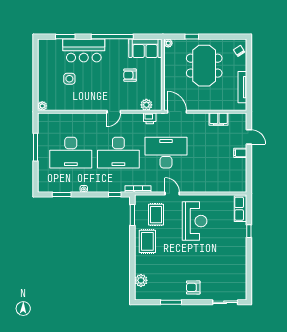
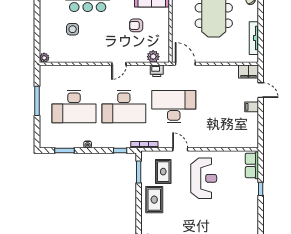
filing cabinet: (218, 119) -> (248, 72), moved

